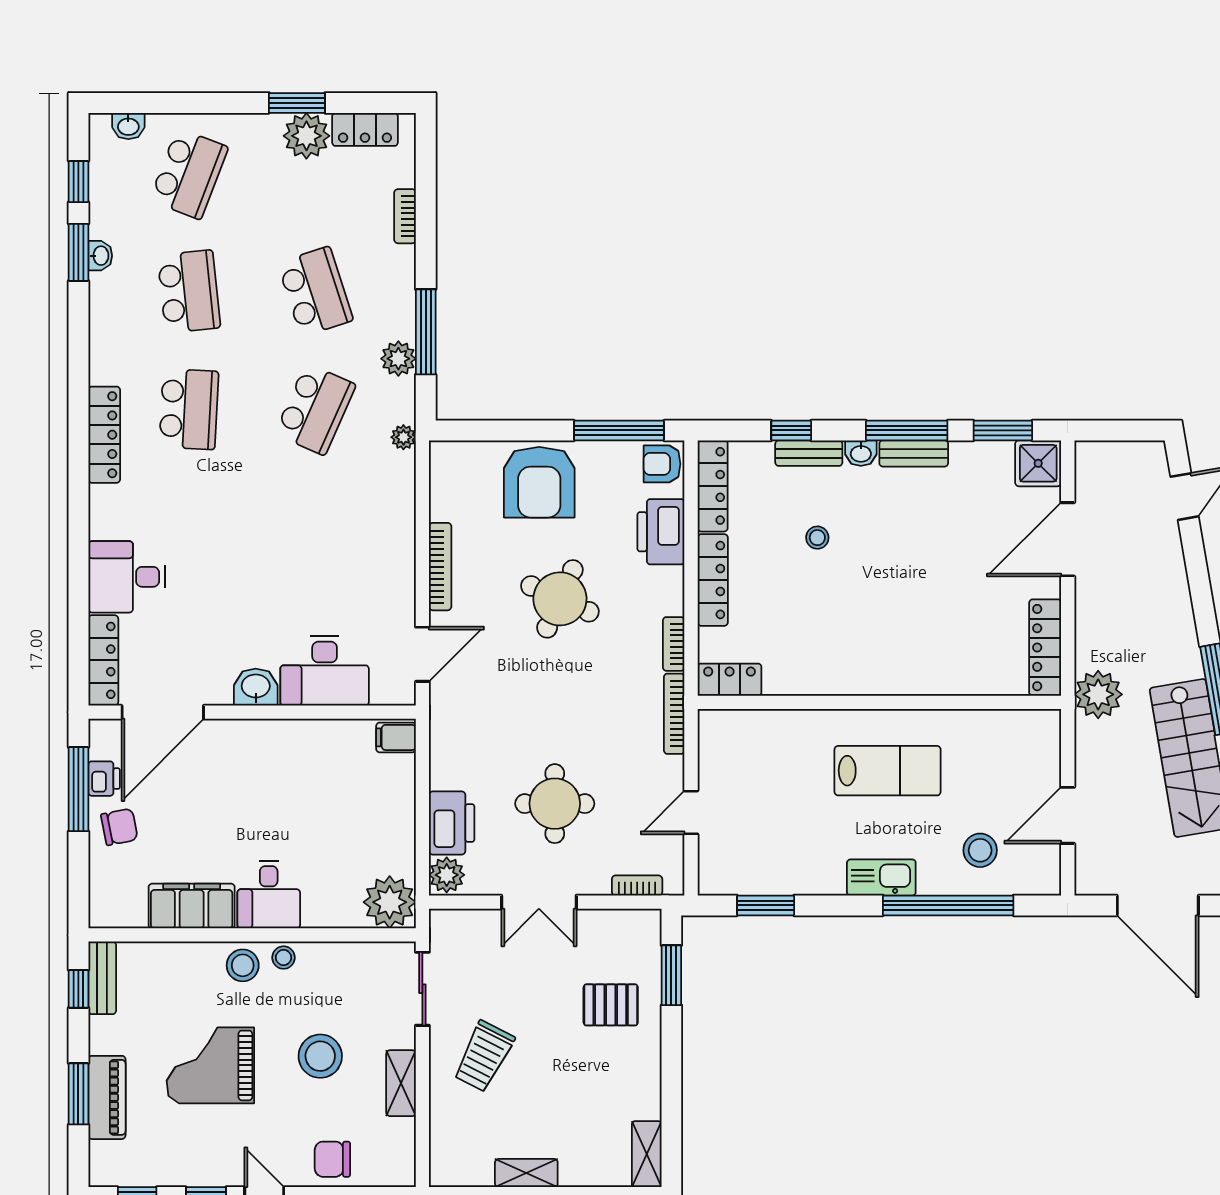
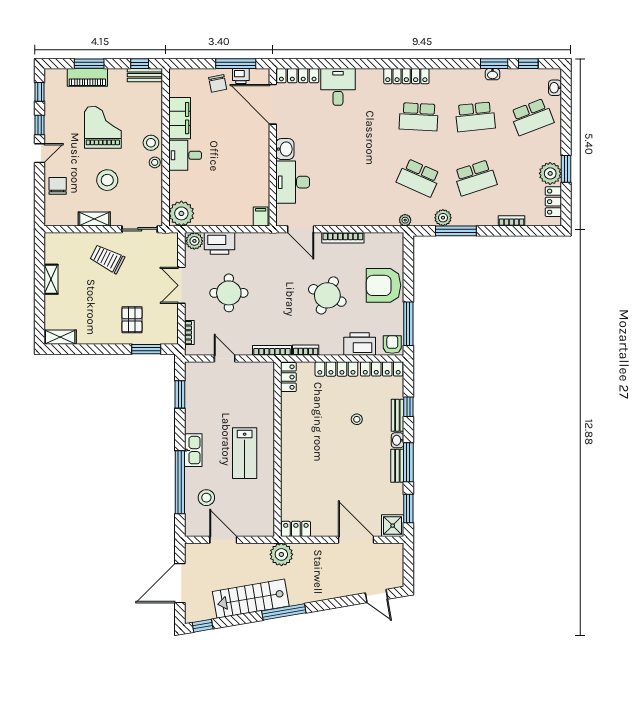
school desk: (189, 174) -> (532, 117), turned -42
locker: (1045, 648) -> (296, 529), width x0.66

